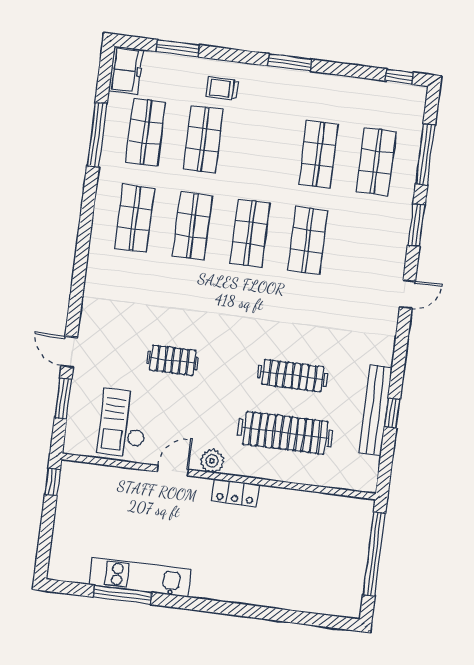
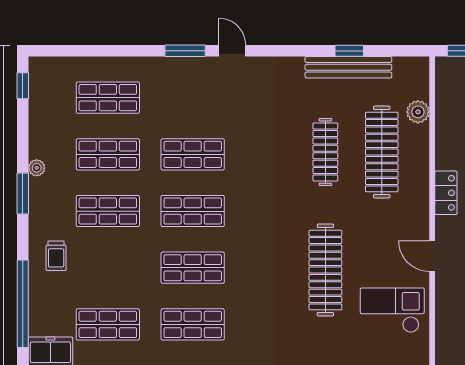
window: (178, 48) -> (23, 304), width x2.11
plant: (314, 80) -> (37, 168), added
shop shelf: (203, 139) -> (108, 211), moved
window: (425, 154) -> (95, 51), removed
window: (416, 225) -> (185, 51), moved
clothes rail: (173, 360) -> (325, 270), width x1.86, depth x1.31
checkout: (123, 423) -> (392, 310), turned 180
plant: (212, 461) -> (418, 112), moved

